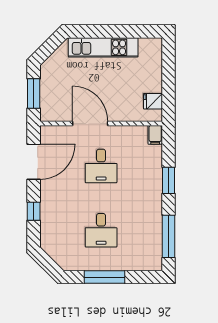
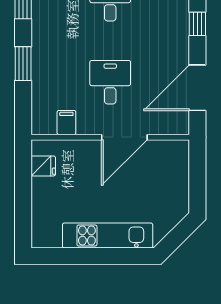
window: (34, 94) -> (197, 176), removed
door: (90, 123) -> (124, 137), hinge flipped
filing cabinet: (155, 135) -> (66, 123), moved

